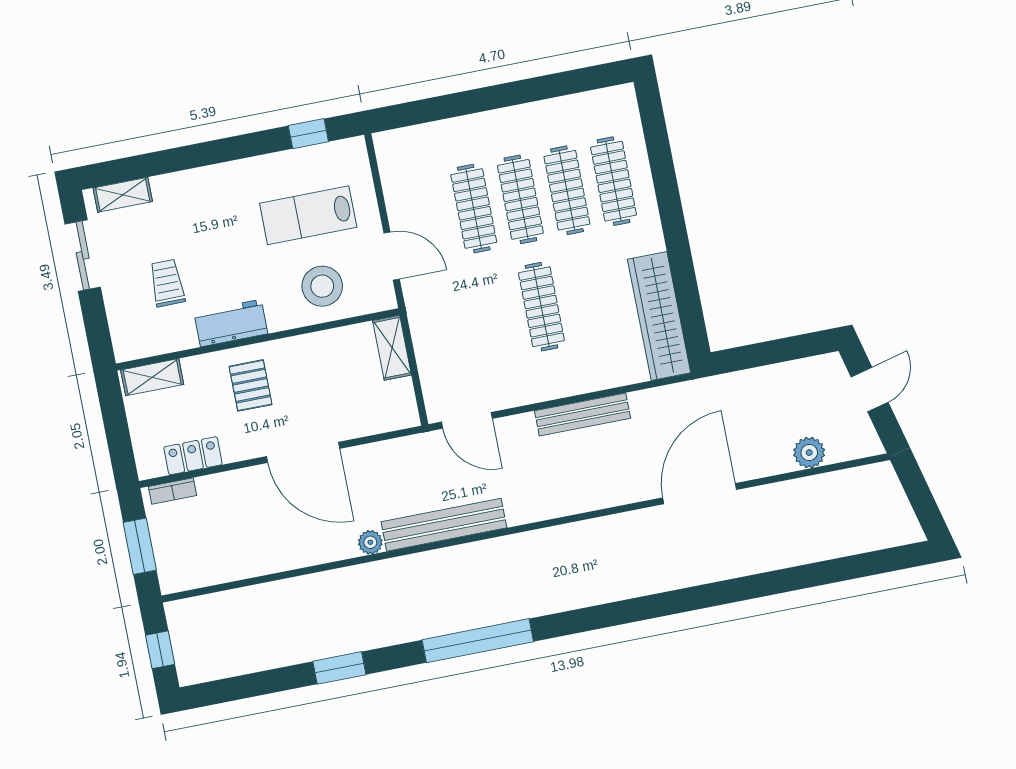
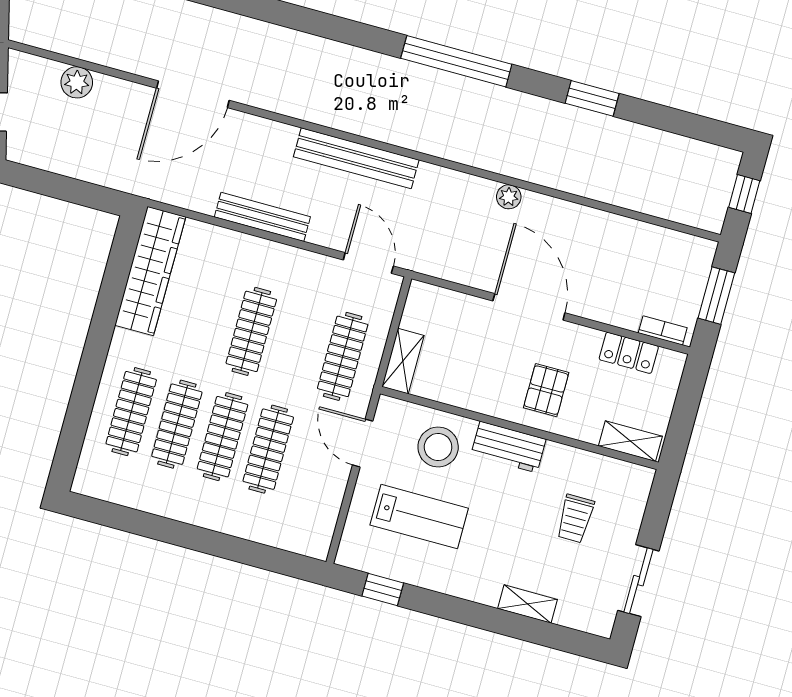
shelving: (123, 195) -> (527, 604), moved
workbench: (231, 323) -> (508, 447), moved
clothes rail: (448, 325) -> (343, 356), added
bench: (444, 525) -> (356, 158), moved

